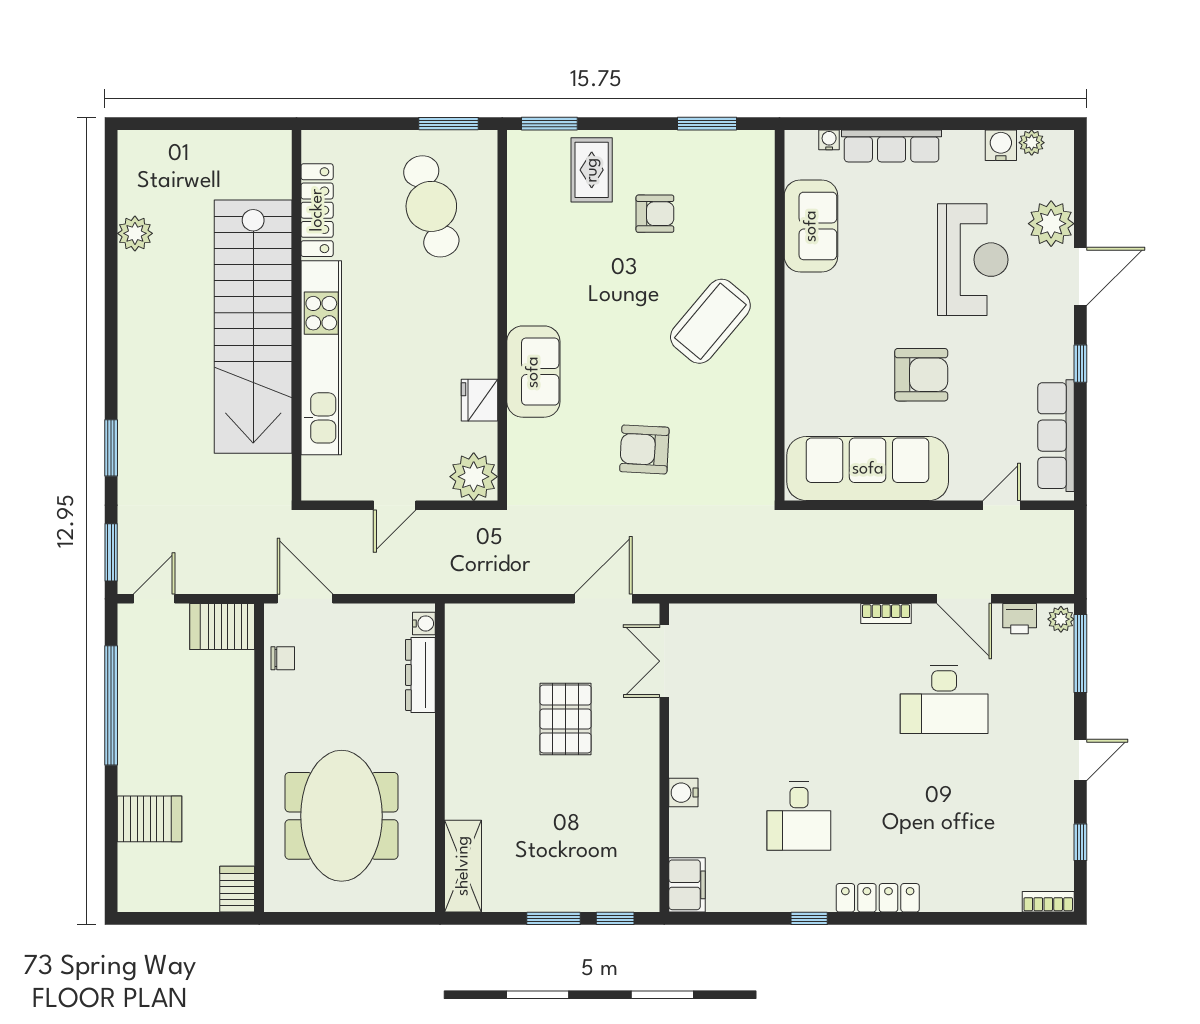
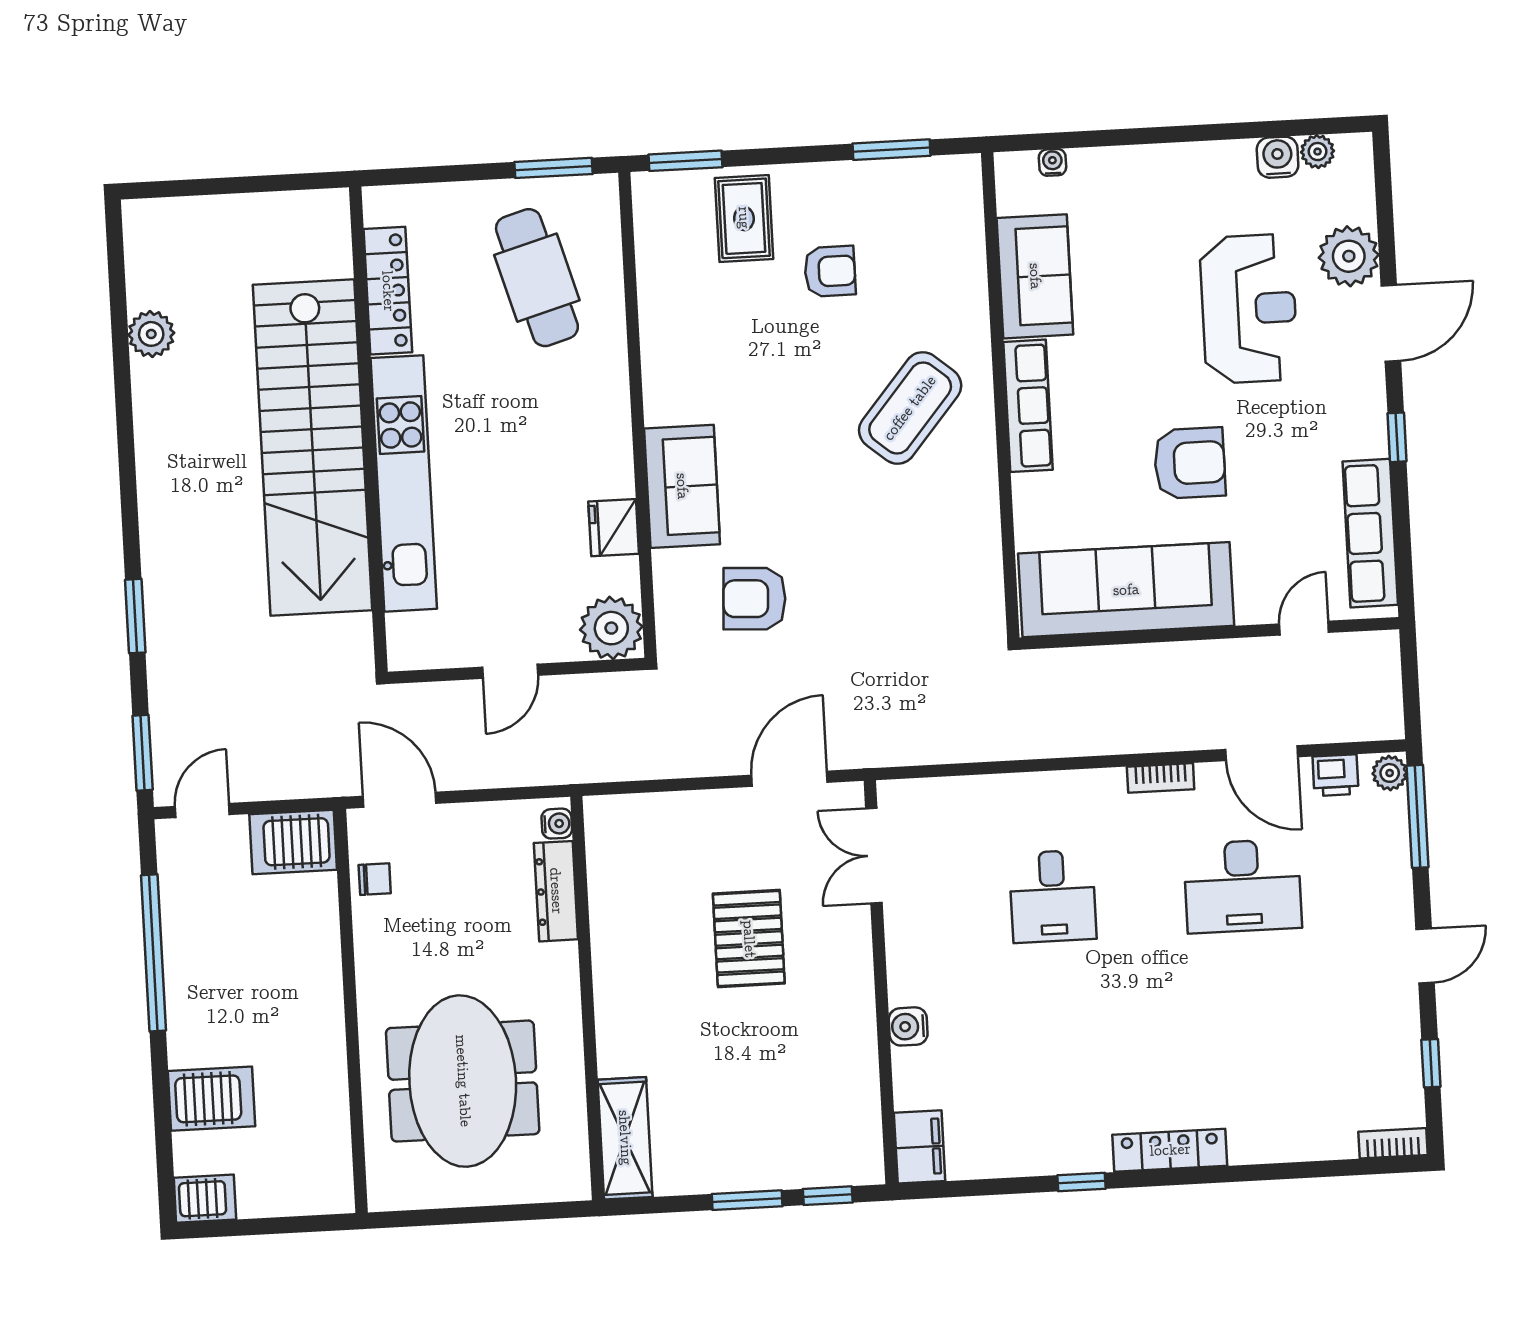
row of seats: (892, 146) -> (1028, 406), moved, turned -90
armchair: (644, 449) -> (754, 599), moved
desk: (799, 816) -> (1053, 896), moved
server rack: (237, 889) -> (205, 1199), moved, turned 90

